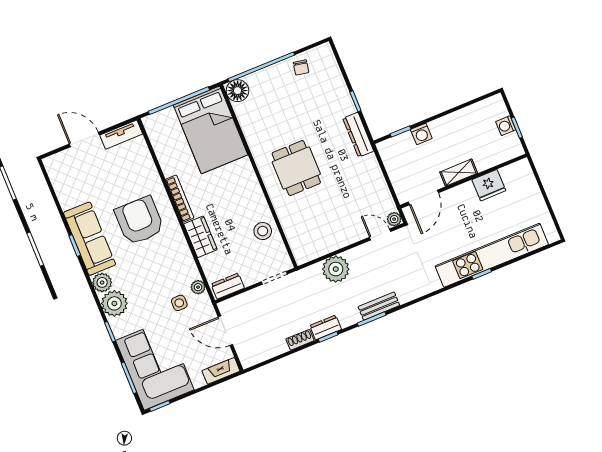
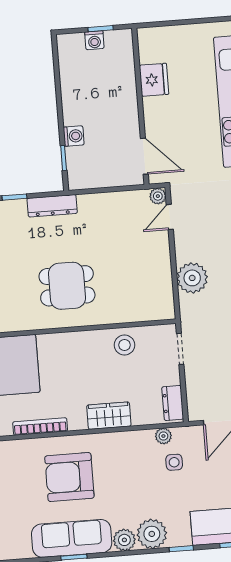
shelving: (459, 173) -> (129, 109), removed
bookcase: (180, 199) -> (40, 426), moved

